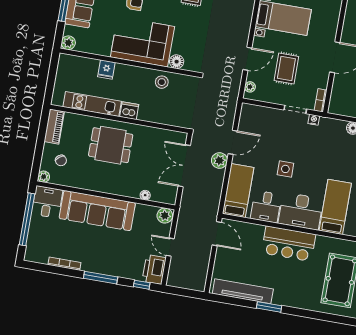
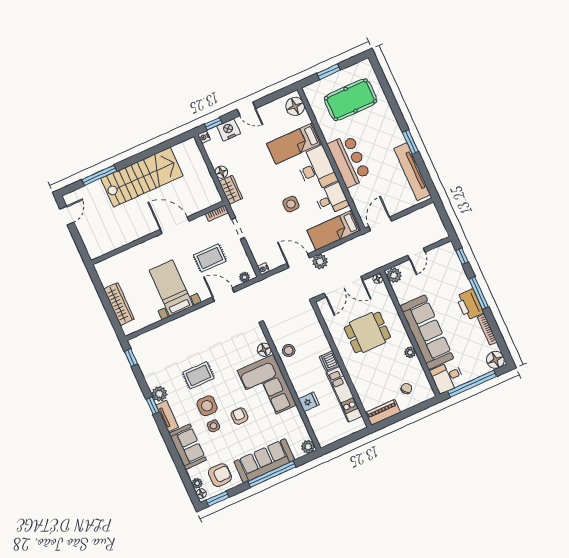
nightstand: (314, 120) -> (263, 269), moved
wardrobe: (332, 126) -> (231, 190), added
dining table: (111, 145) -> (367, 332), moved, turned 90
plant: (44, 177) -> (410, 352), moved
floor lamp: (145, 195) -> (378, 279), moved
floor lamp: (34, 253) -> (496, 360), added
printer: (154, 269) -> (470, 305), moved, turned 90

